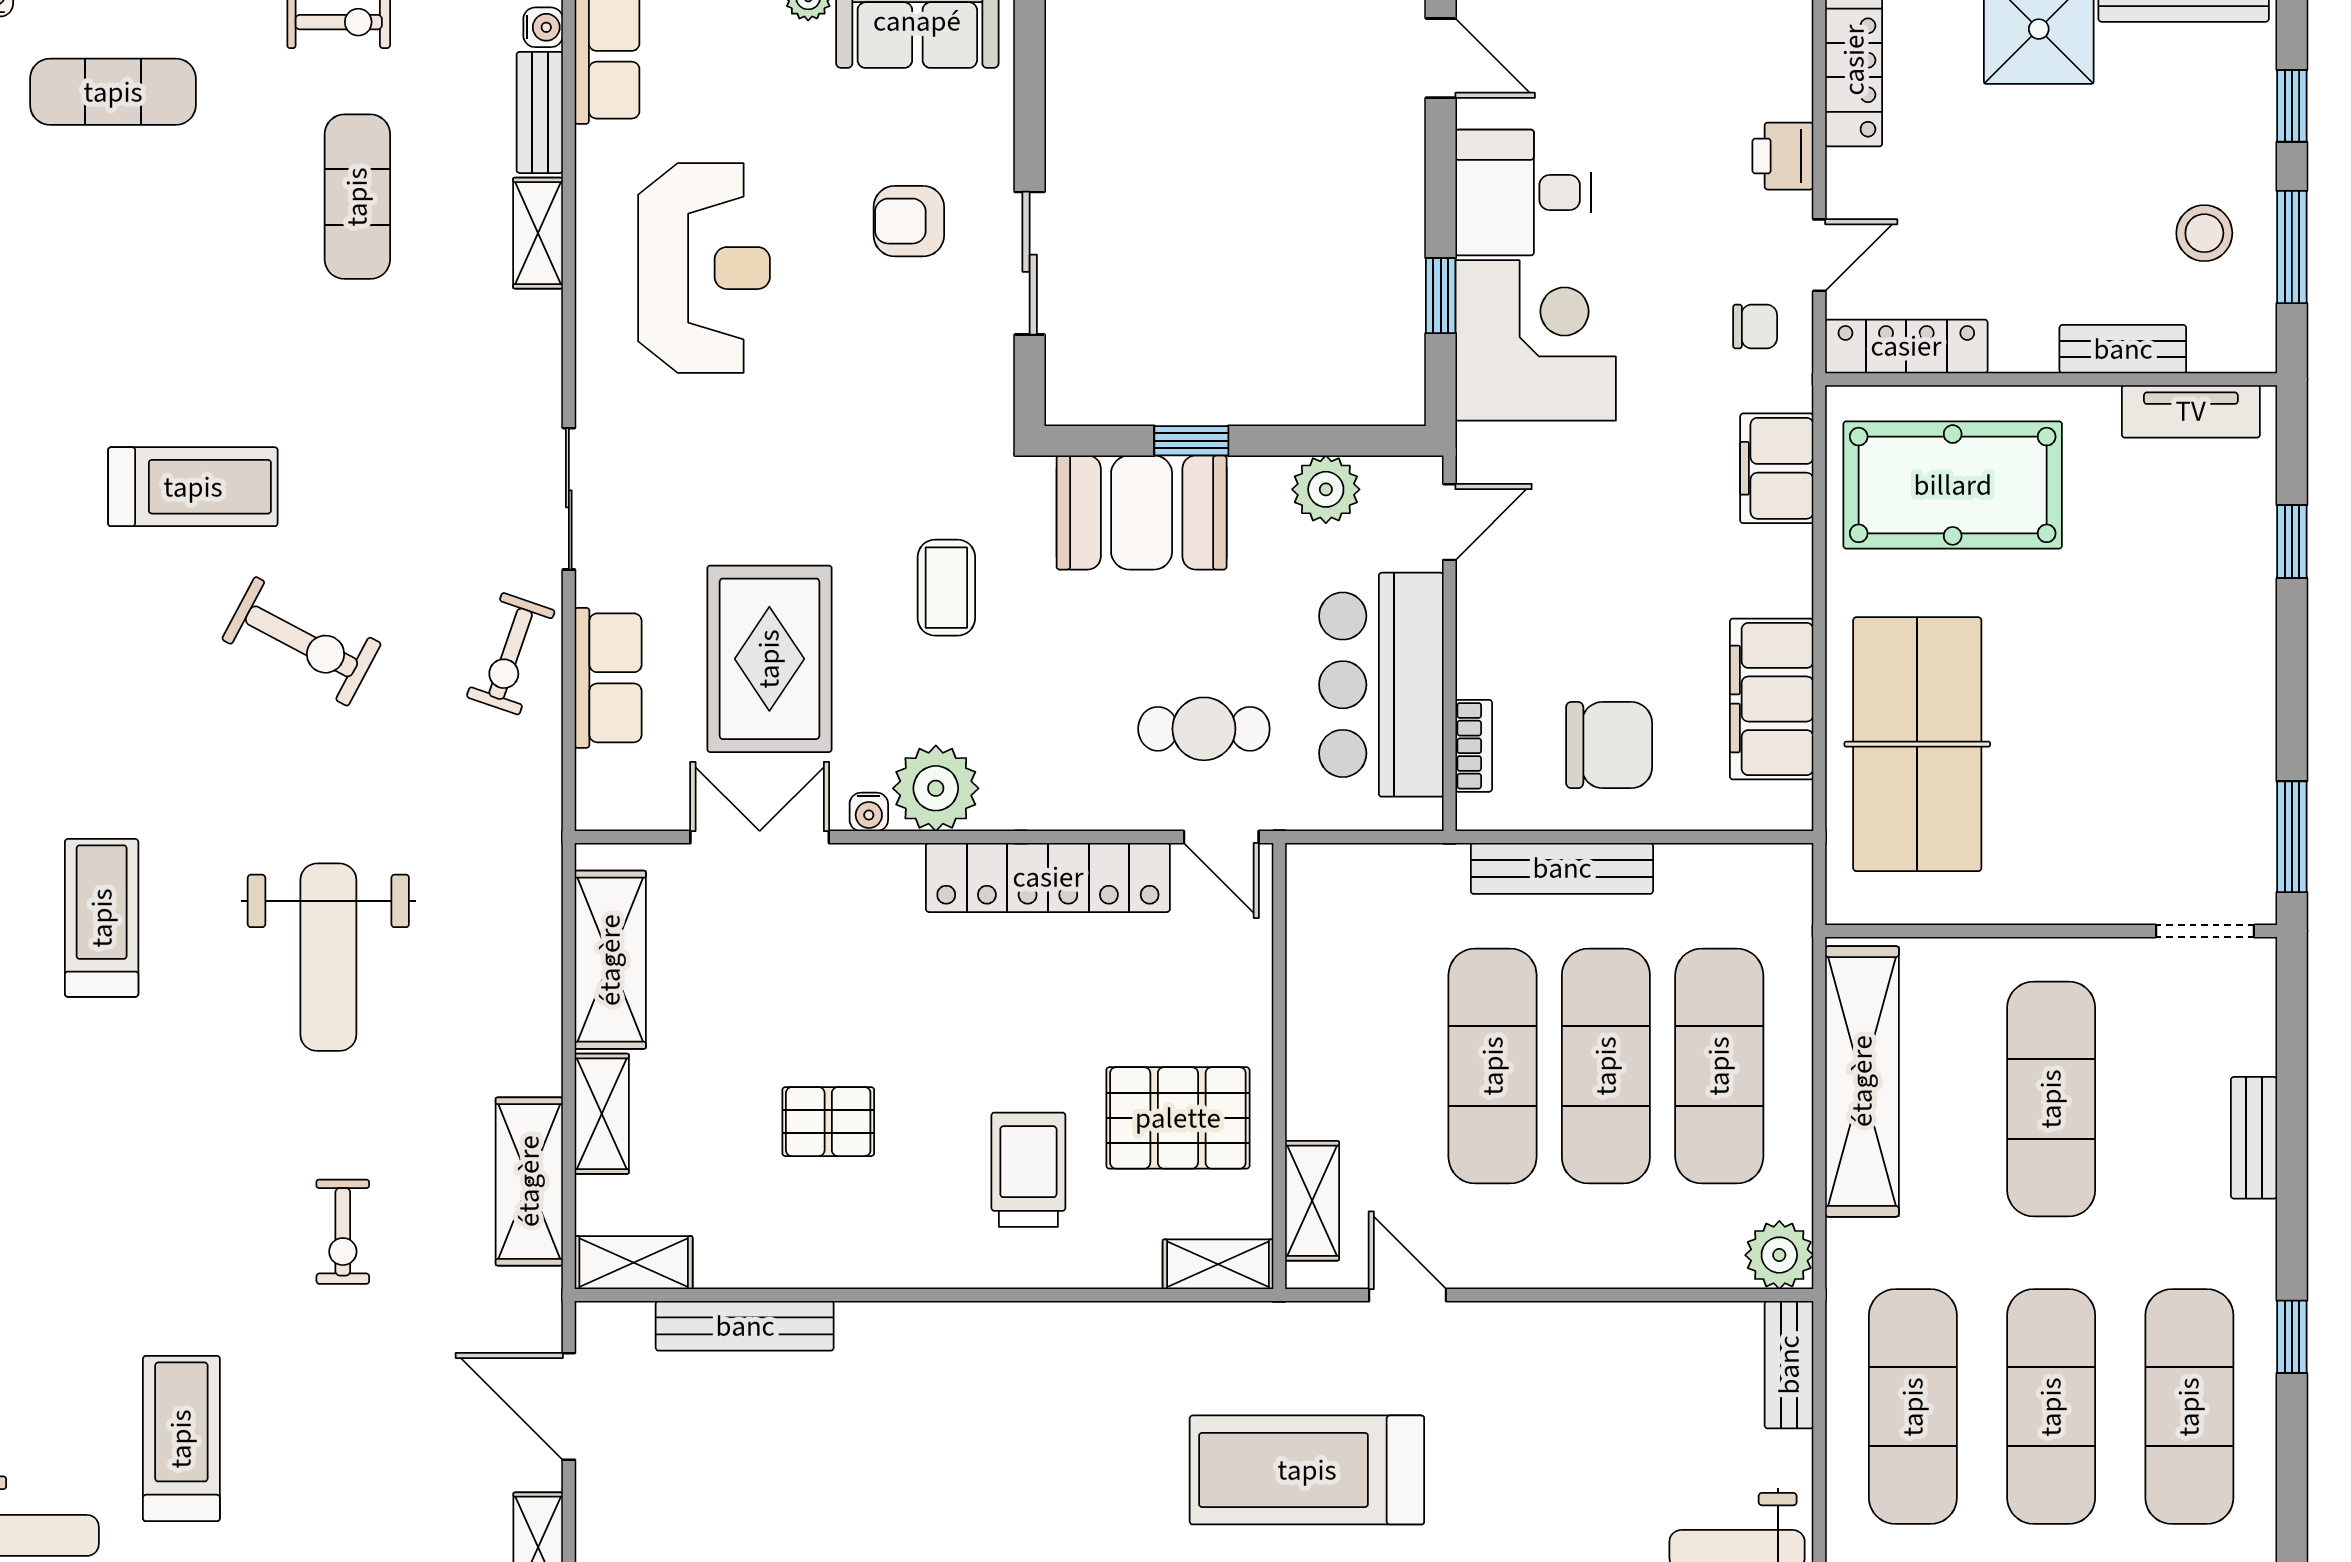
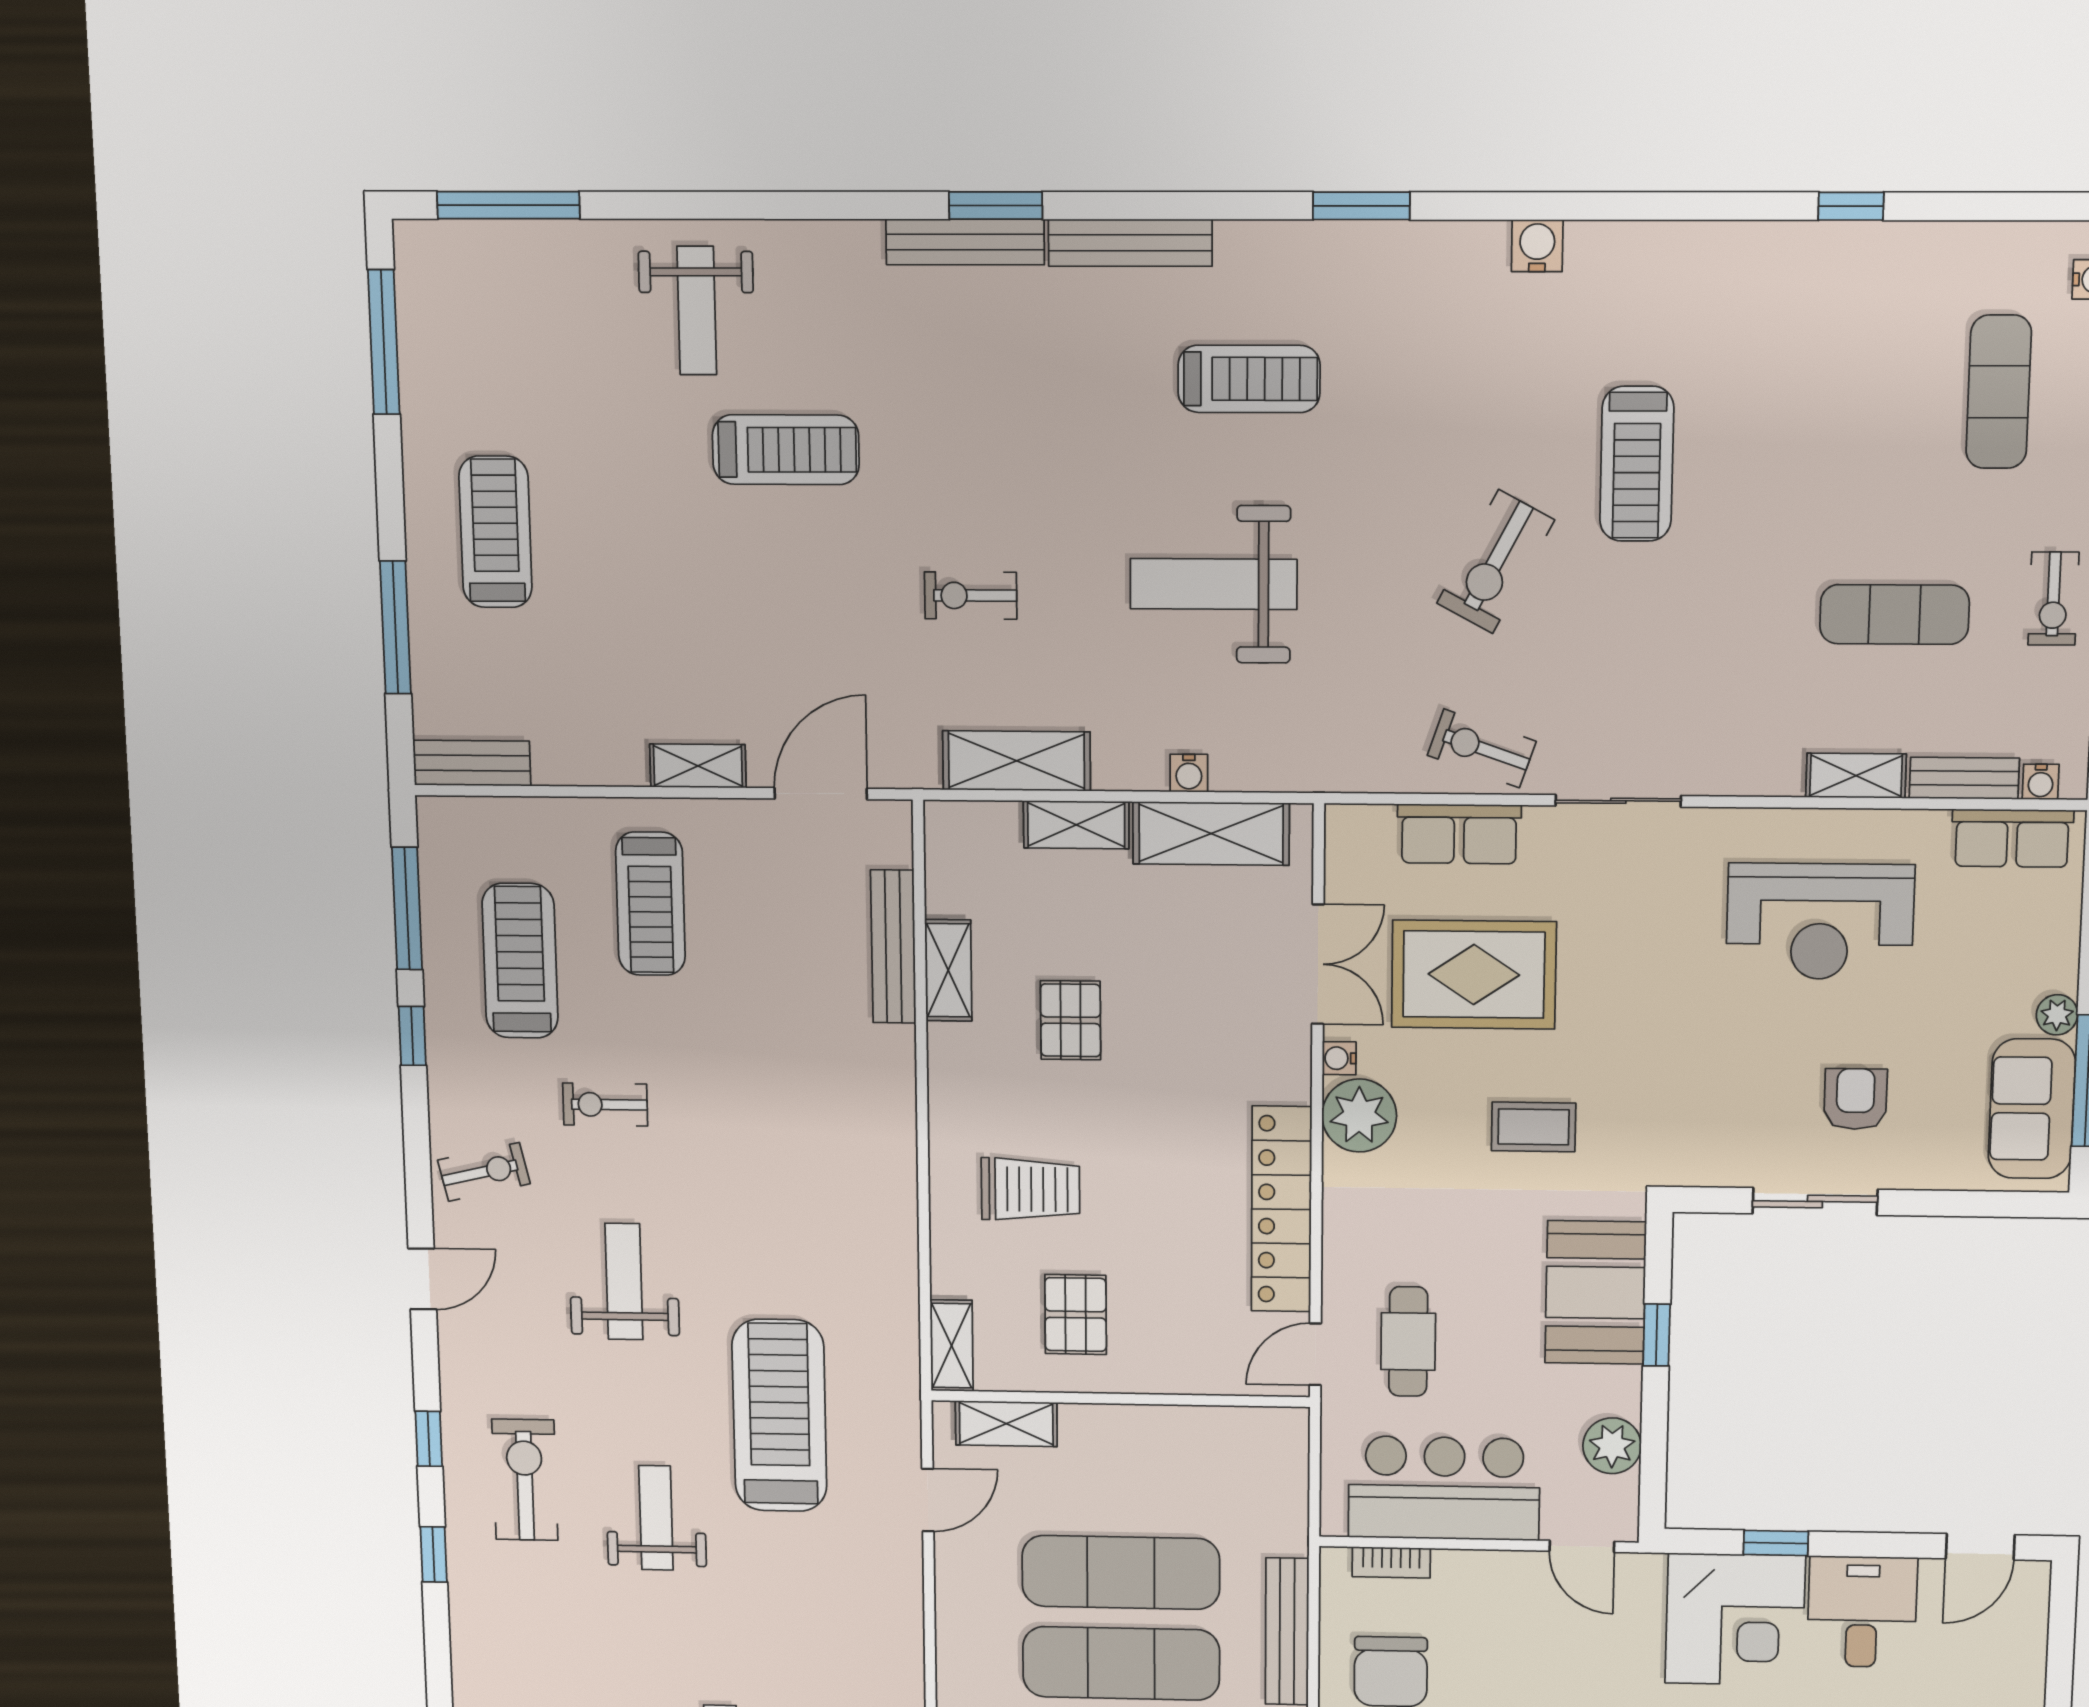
water cooler: (542, 985) -> (1189, 773), added
pallet: (1178, 1118) -> (1076, 1315), width x0.67, depth x0.71
shelving: (634, 1263) -> (948, 970), moved

